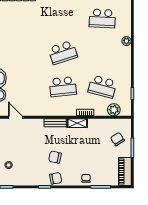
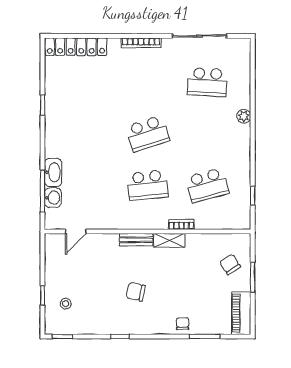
school desk: (102, 87) -> (207, 185), turned -30
plant: (114, 110) -> (225, 220), removed
door: (15, 117) -> (76, 231), swing flipped
chair: (56, 178) -> (137, 324), removed

